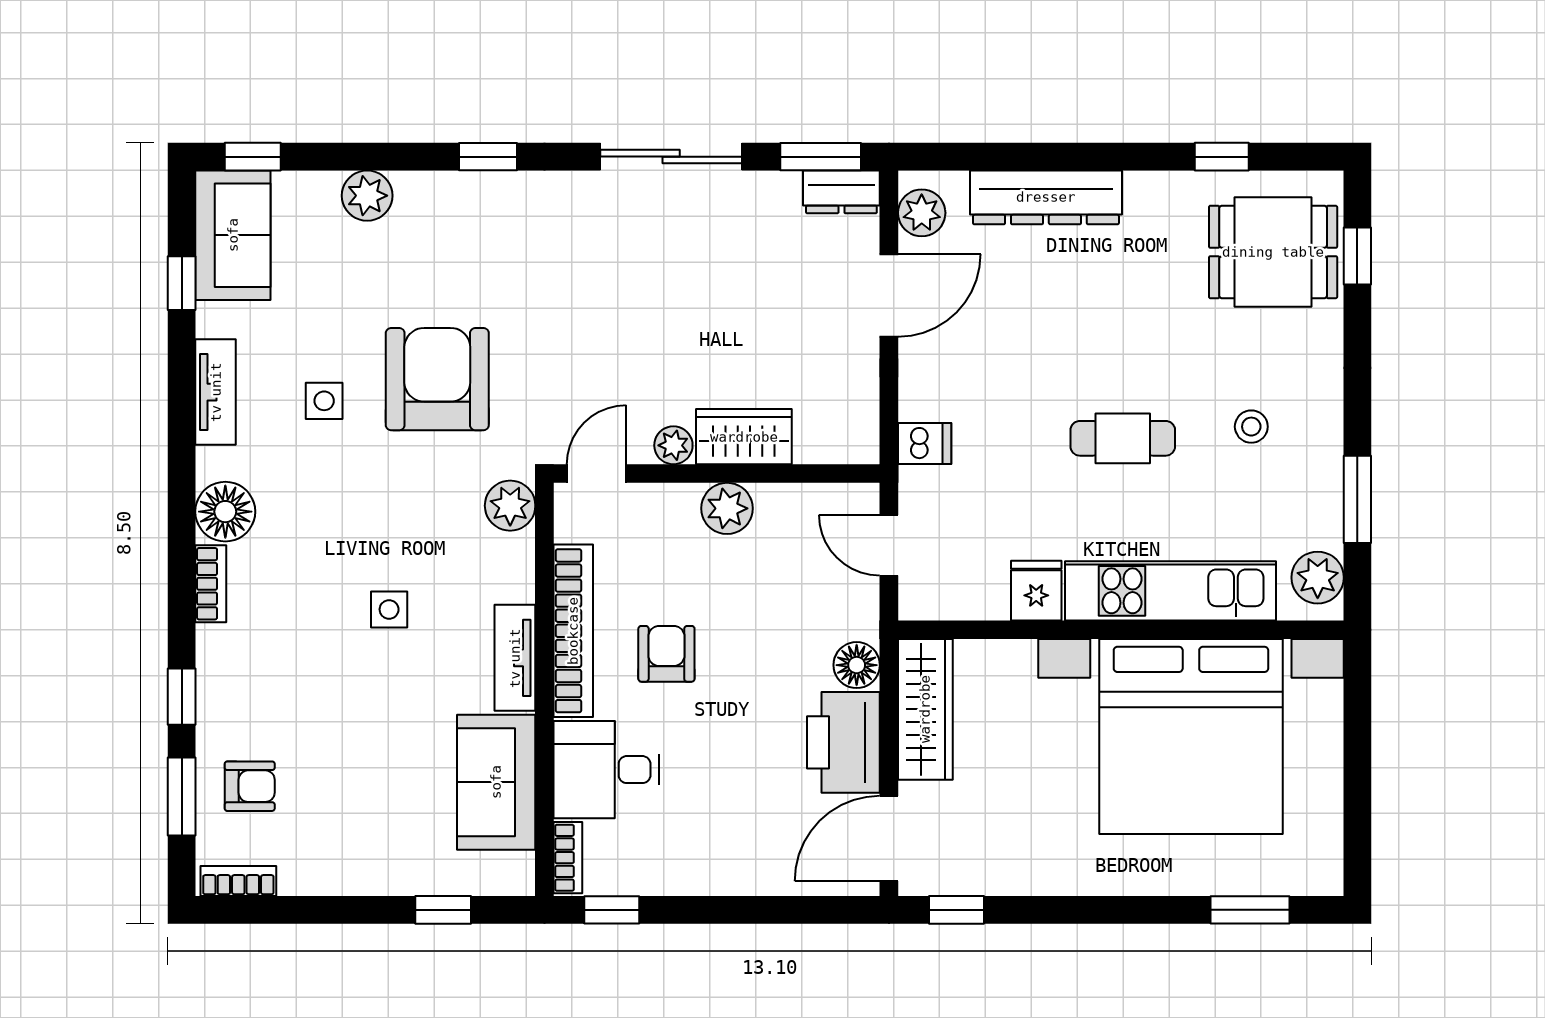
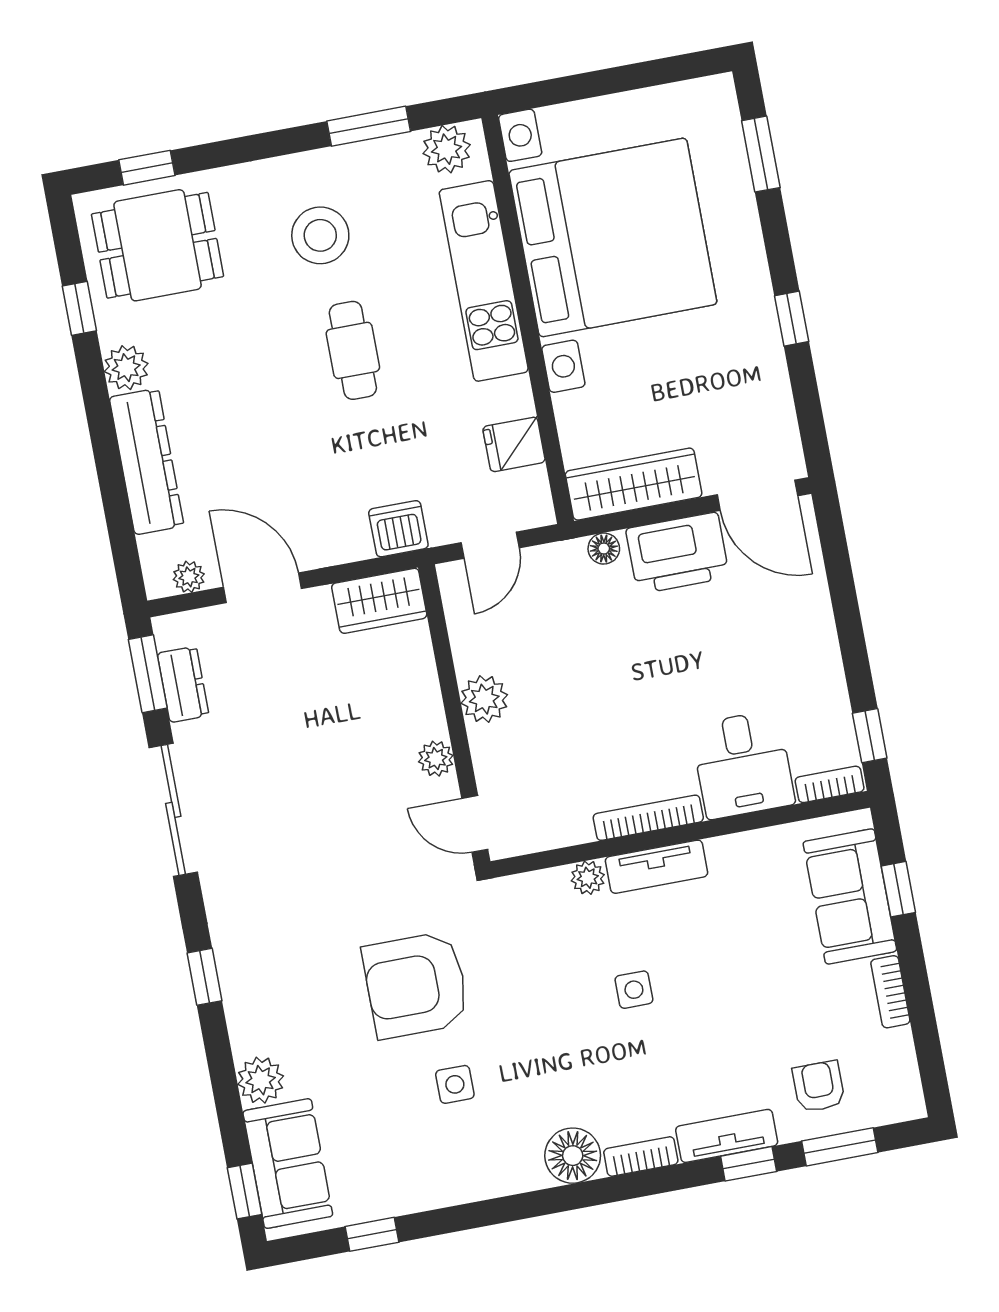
dresser: (841, 192) -> (183, 684), moved
plant: (1150, 194) -> (126, 368), added
plant: (922, 213) -> (189, 577), width x0.73, depth x0.73
sofa: (233, 235) -> (288, 1164), moved, turned 90
dining table: (1273, 252) -> (158, 245), turned 90
tv unit: (216, 392) -> (727, 1136), moved
stool: (1251, 427) -> (320, 235), width x1.89, depth x1.89
wardrobe: (744, 437) -> (379, 601), moved, turned -90
dishwasher: (925, 443) -> (398, 529), width x1.38
plant: (510, 506) -> (588, 878), moved, width x0.73, depth x0.73
fridge: (1036, 591) -> (514, 444), moved
bookcase: (573, 631) -> (648, 818), width x0.68, depth x0.76
armchair: (666, 654) -> (627, 729), removed
floor lamp: (857, 665) -> (604, 549), width x0.73, depth x0.73
sofa: (496, 782) -> (850, 896), moved, turned 90
bookcase: (238, 881) -> (890, 992), moved
window: (956, 910) -> (792, 319), moved

